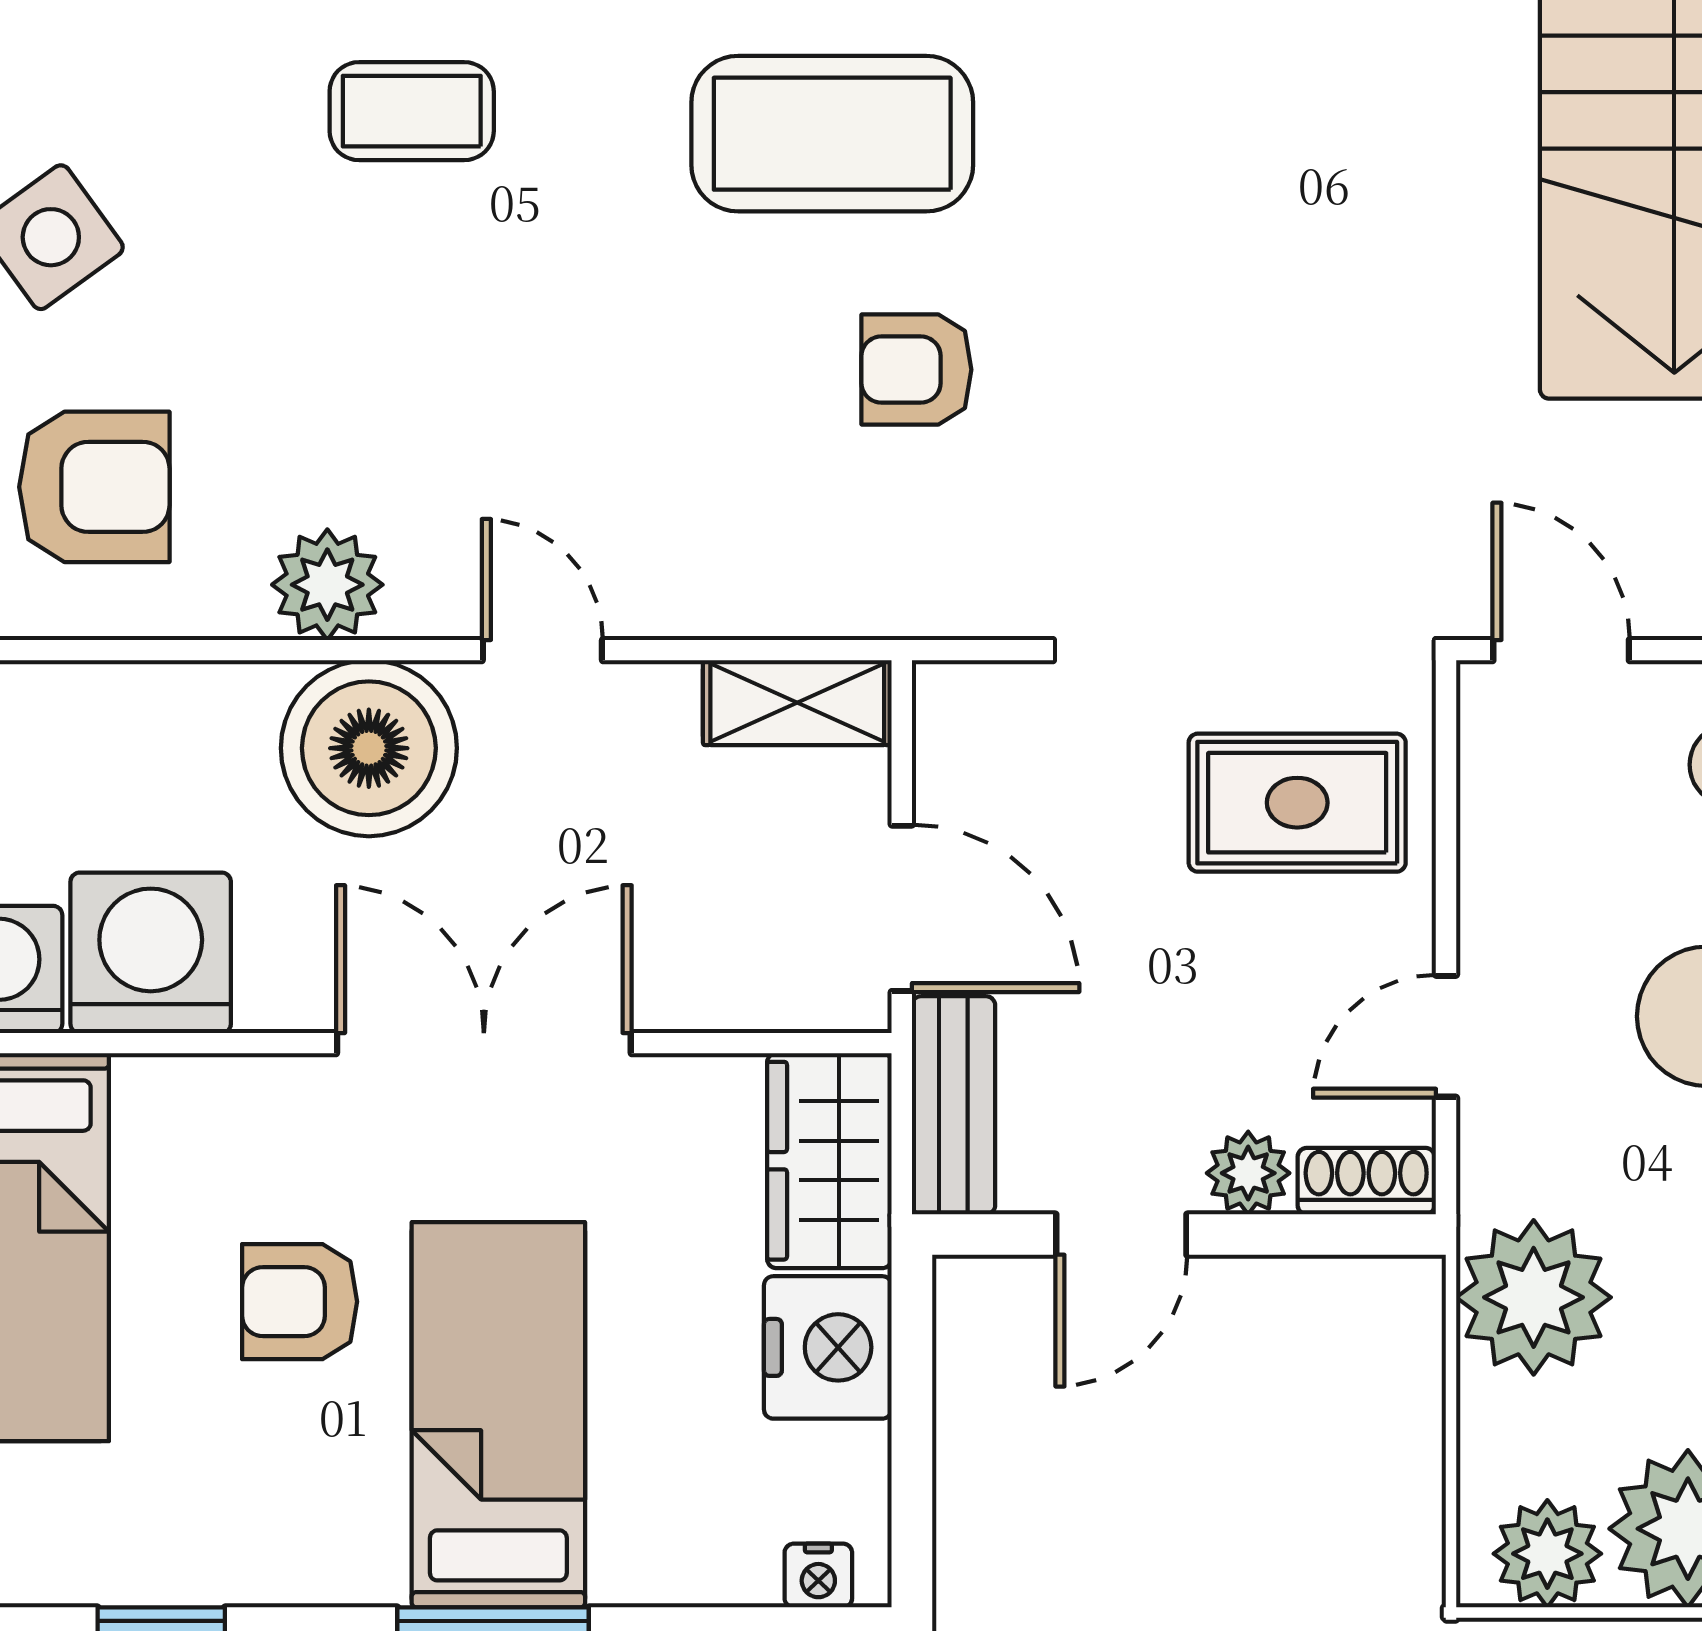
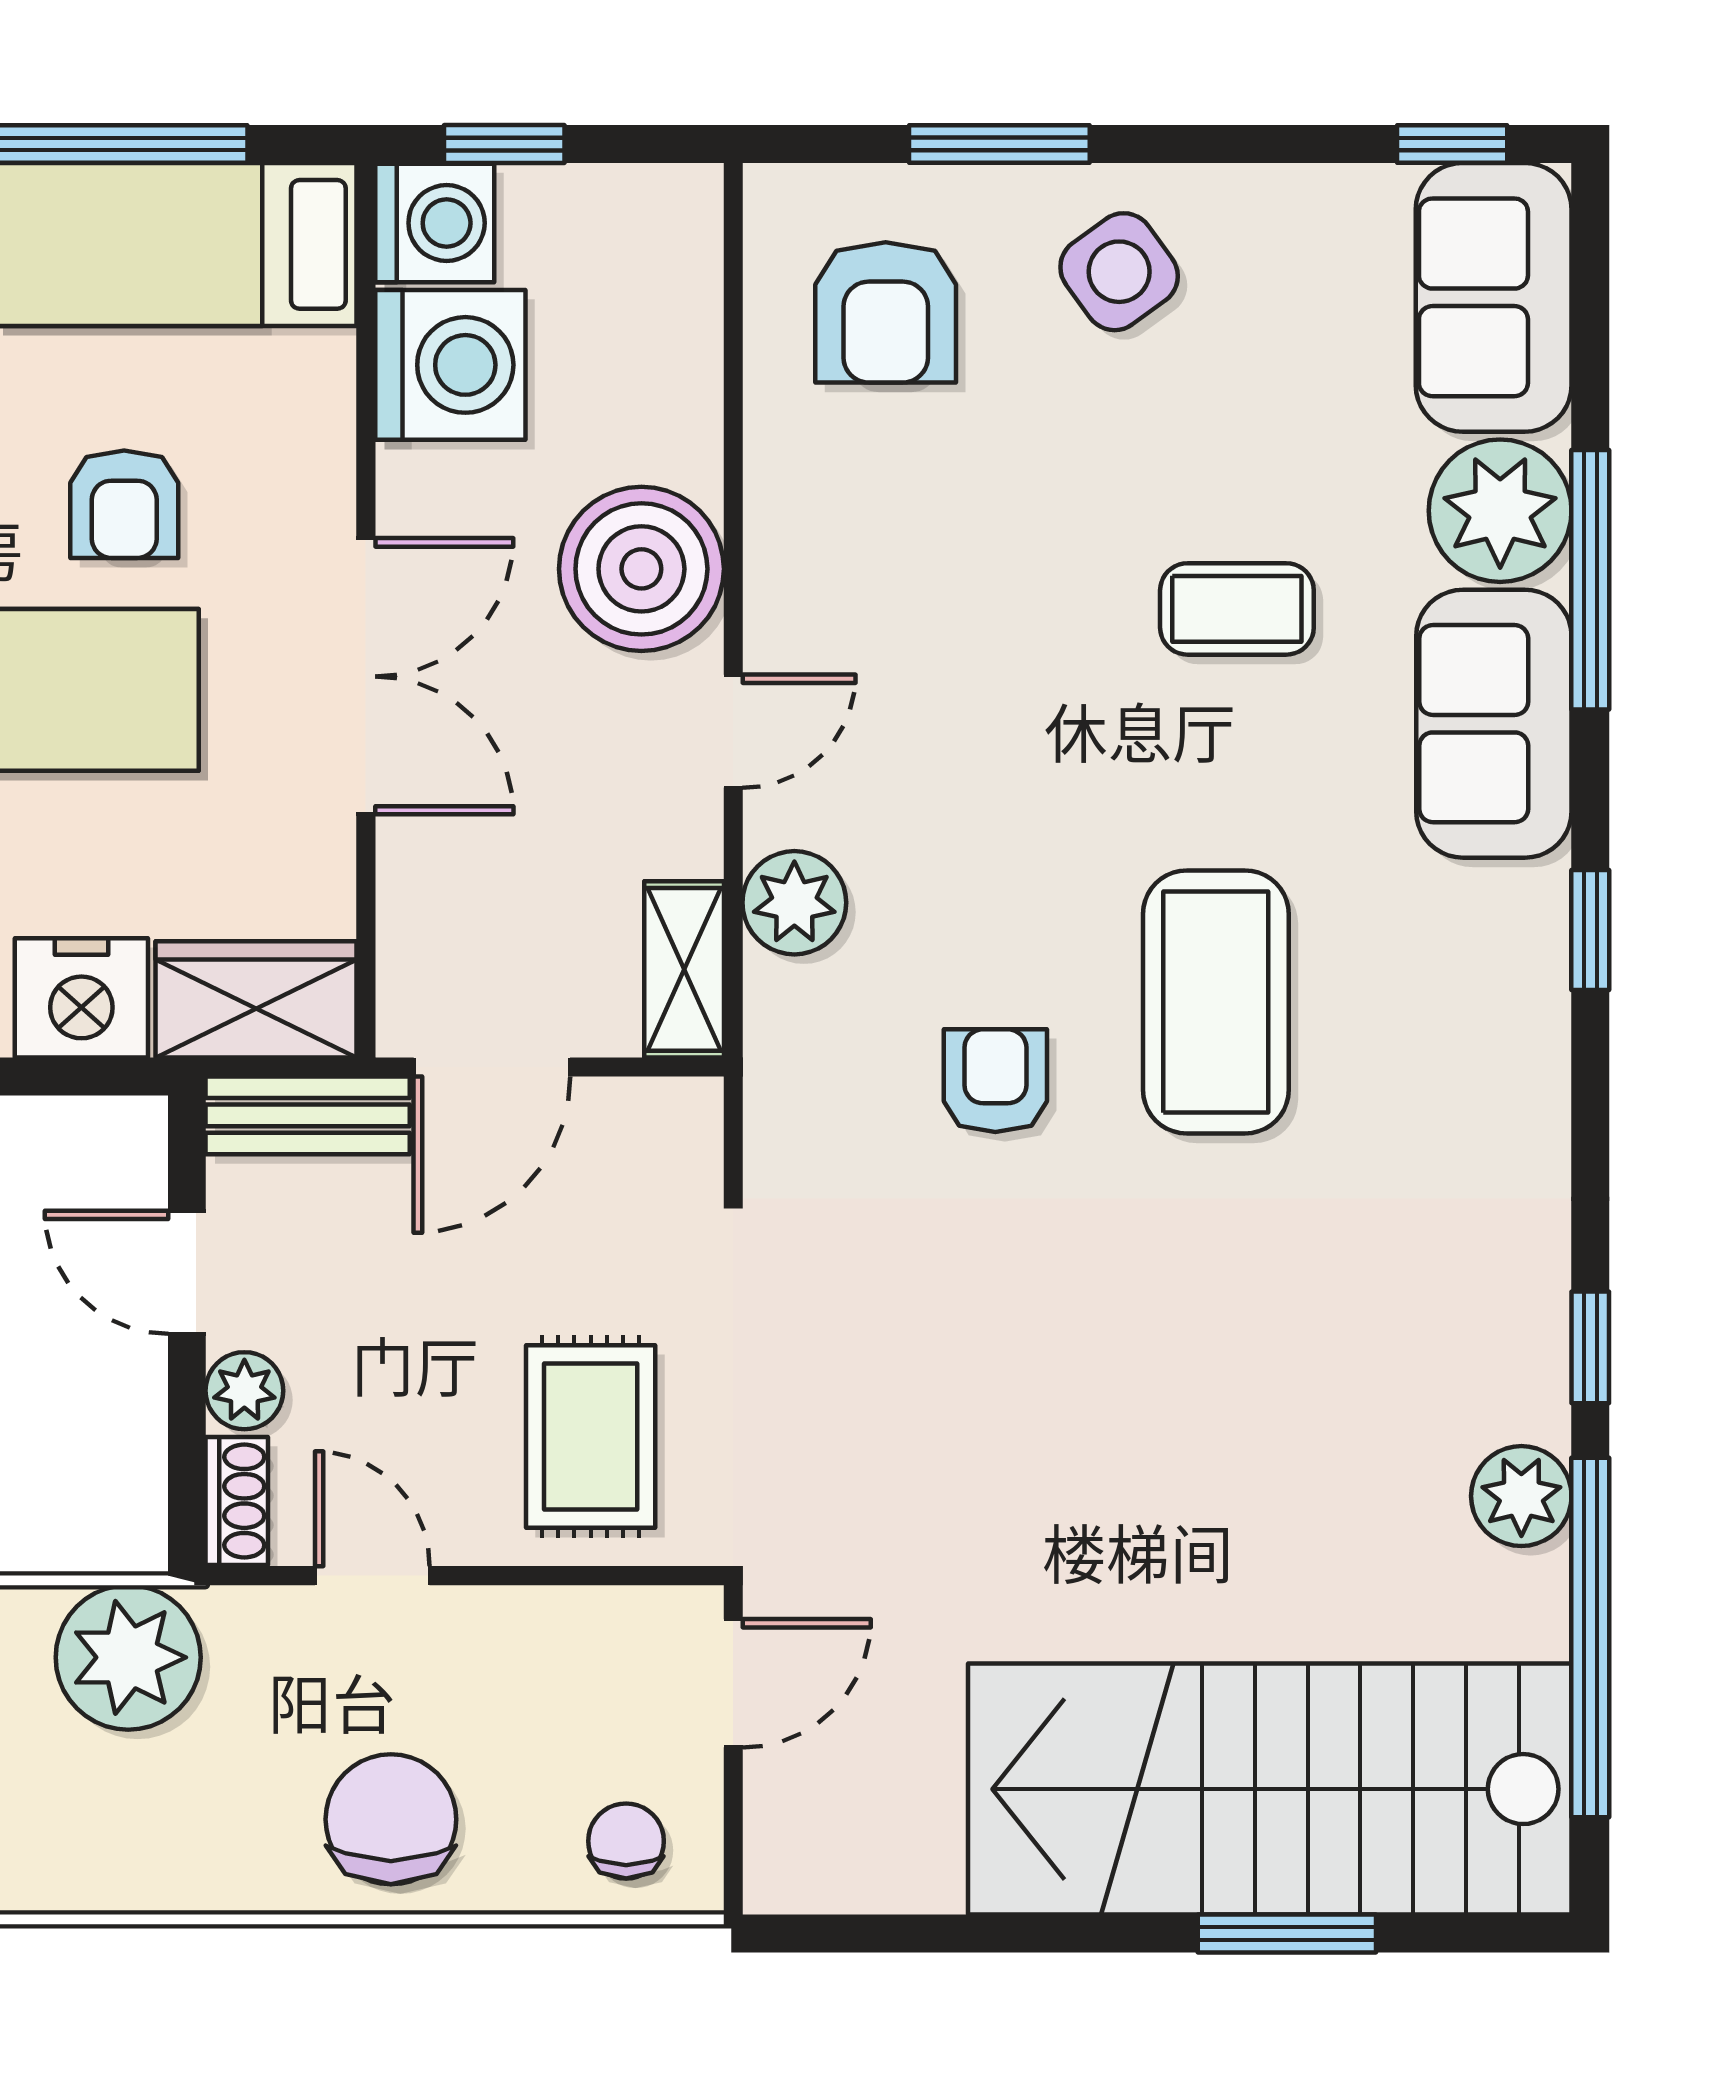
coffee table: (412, 111) -> (1237, 609), turned 90
plant: (327, 585) -> (794, 903), moved
armchair: (300, 1302) -> (124, 504), turned 180

